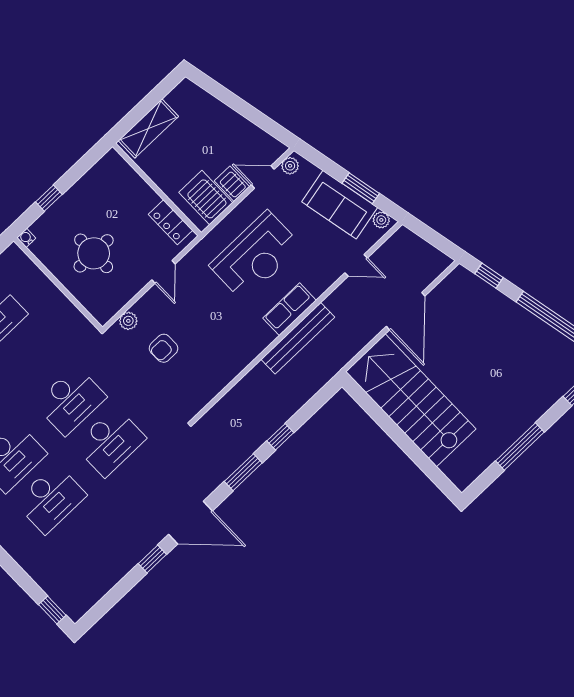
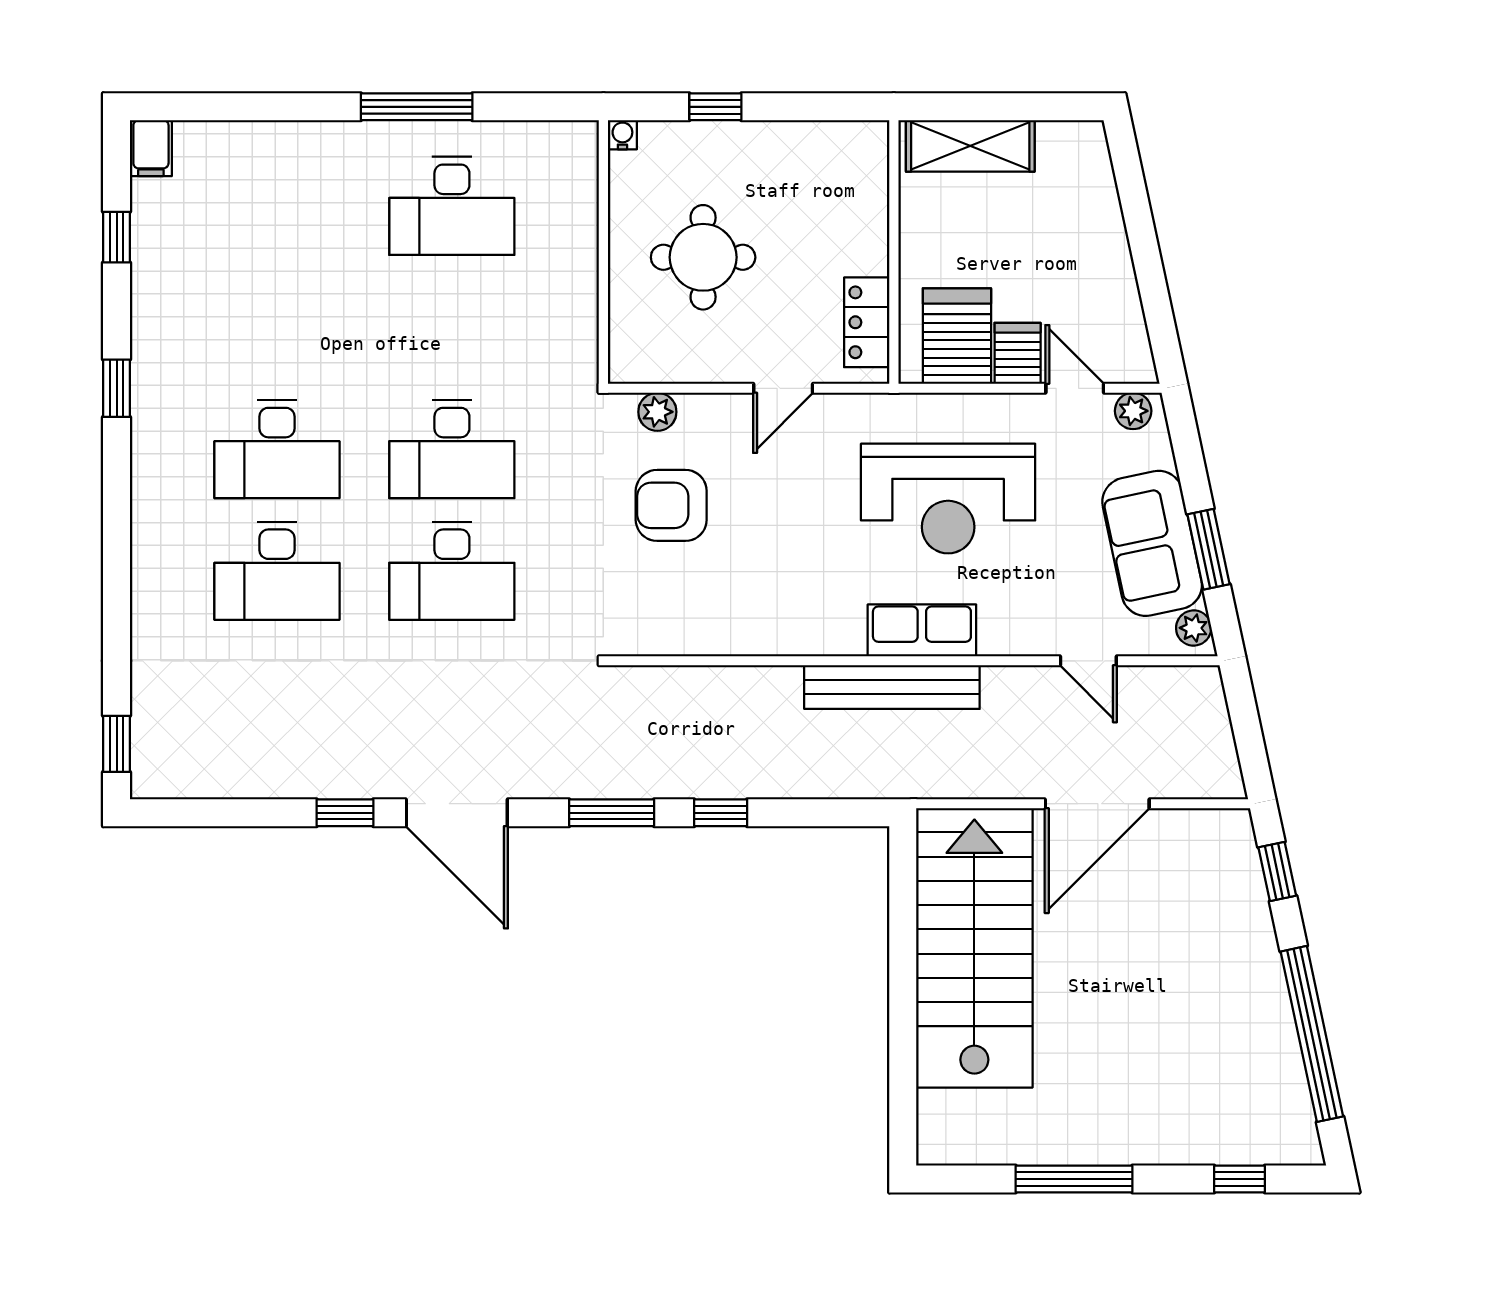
armchair: (164, 348) -> (671, 505), width x1.38, depth x1.38

